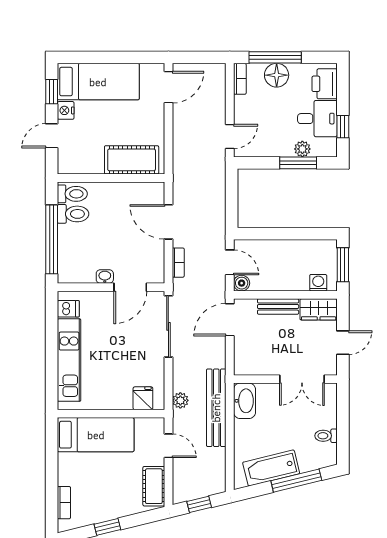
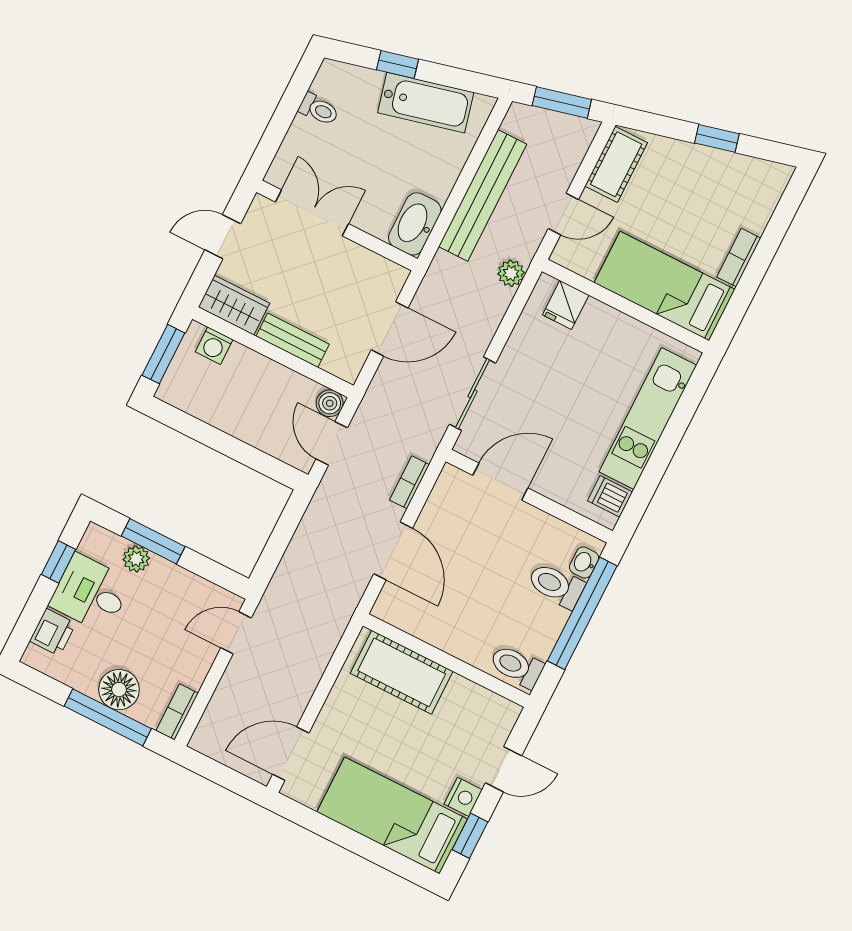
printer: (325, 84) -> (53, 632), width x0.73, depth x0.81
toilet: (73, 214) -> (556, 585), moved
washbasin: (105, 277) -> (584, 563), moved, turned 90
door: (230, 320) -> (390, 329), moved
sliding door: (168, 326) -> (473, 394), width x0.73
bench: (216, 408) -> (483, 195), moved
door: (168, 446) -> (563, 214), swing flipped
window: (296, 481) -> (397, 64), width x0.46
bookcase: (64, 503) -> (739, 258), moved
window: (199, 504) -> (562, 102), width x1.50

